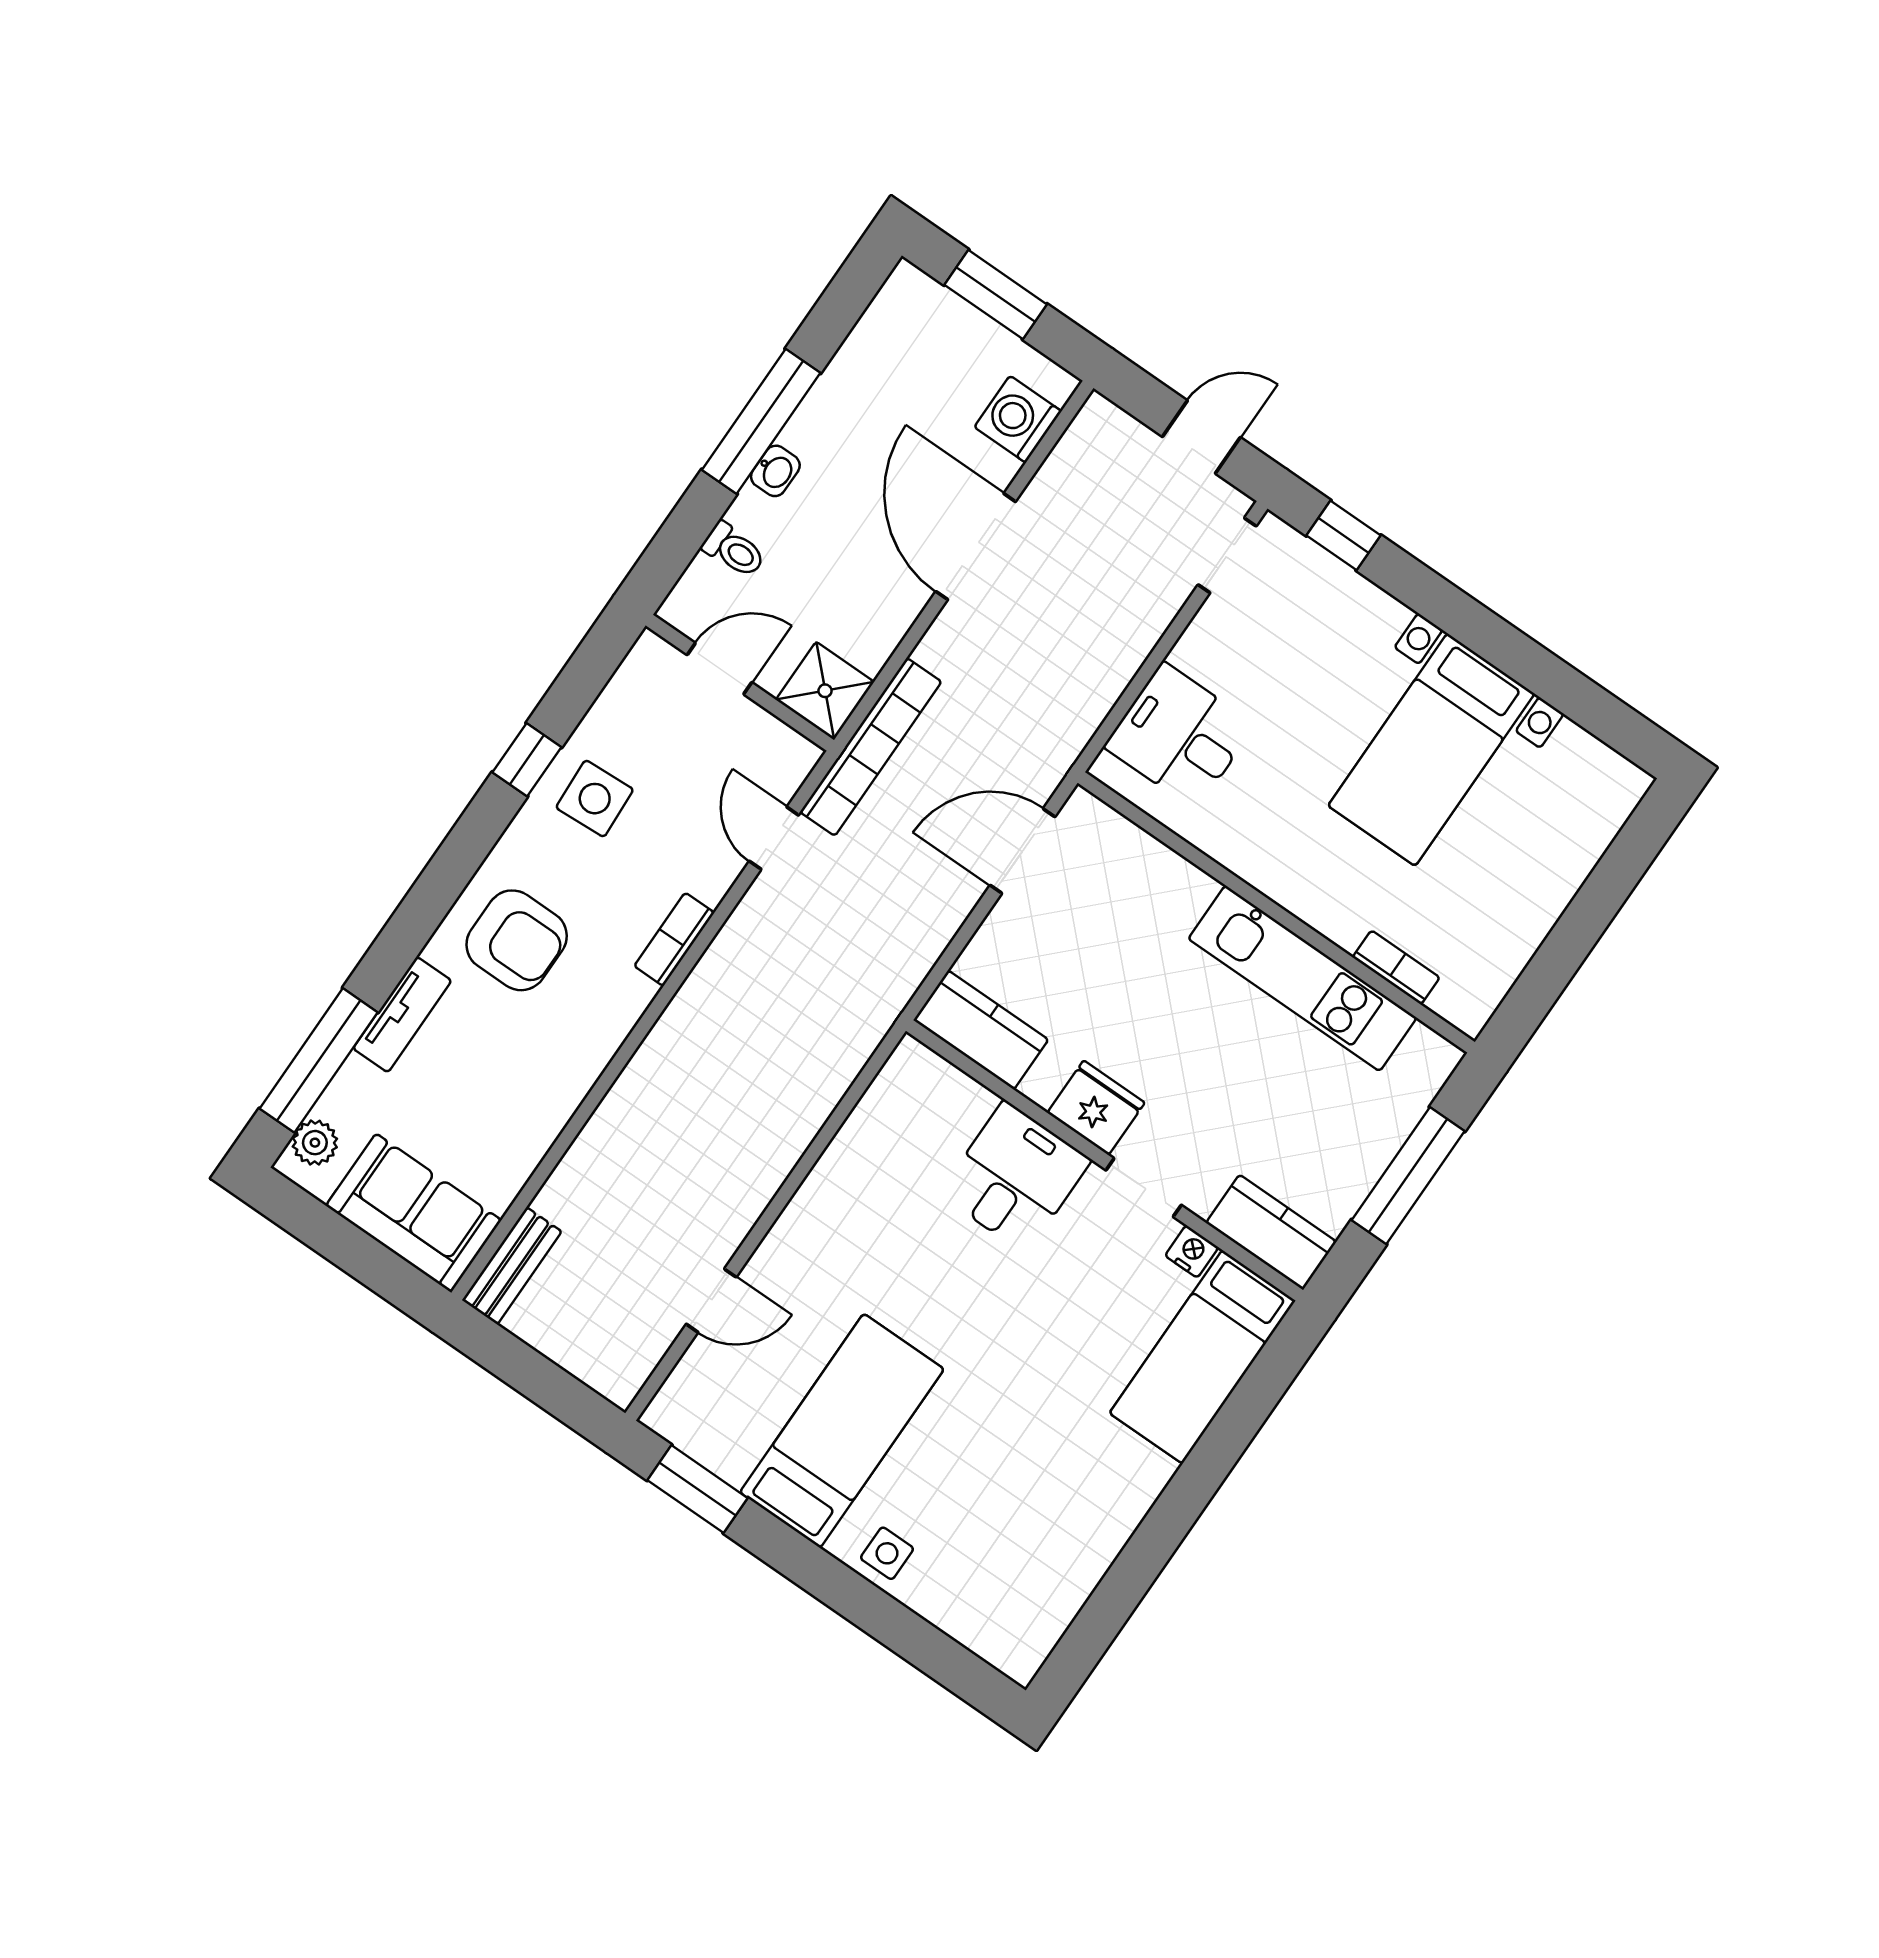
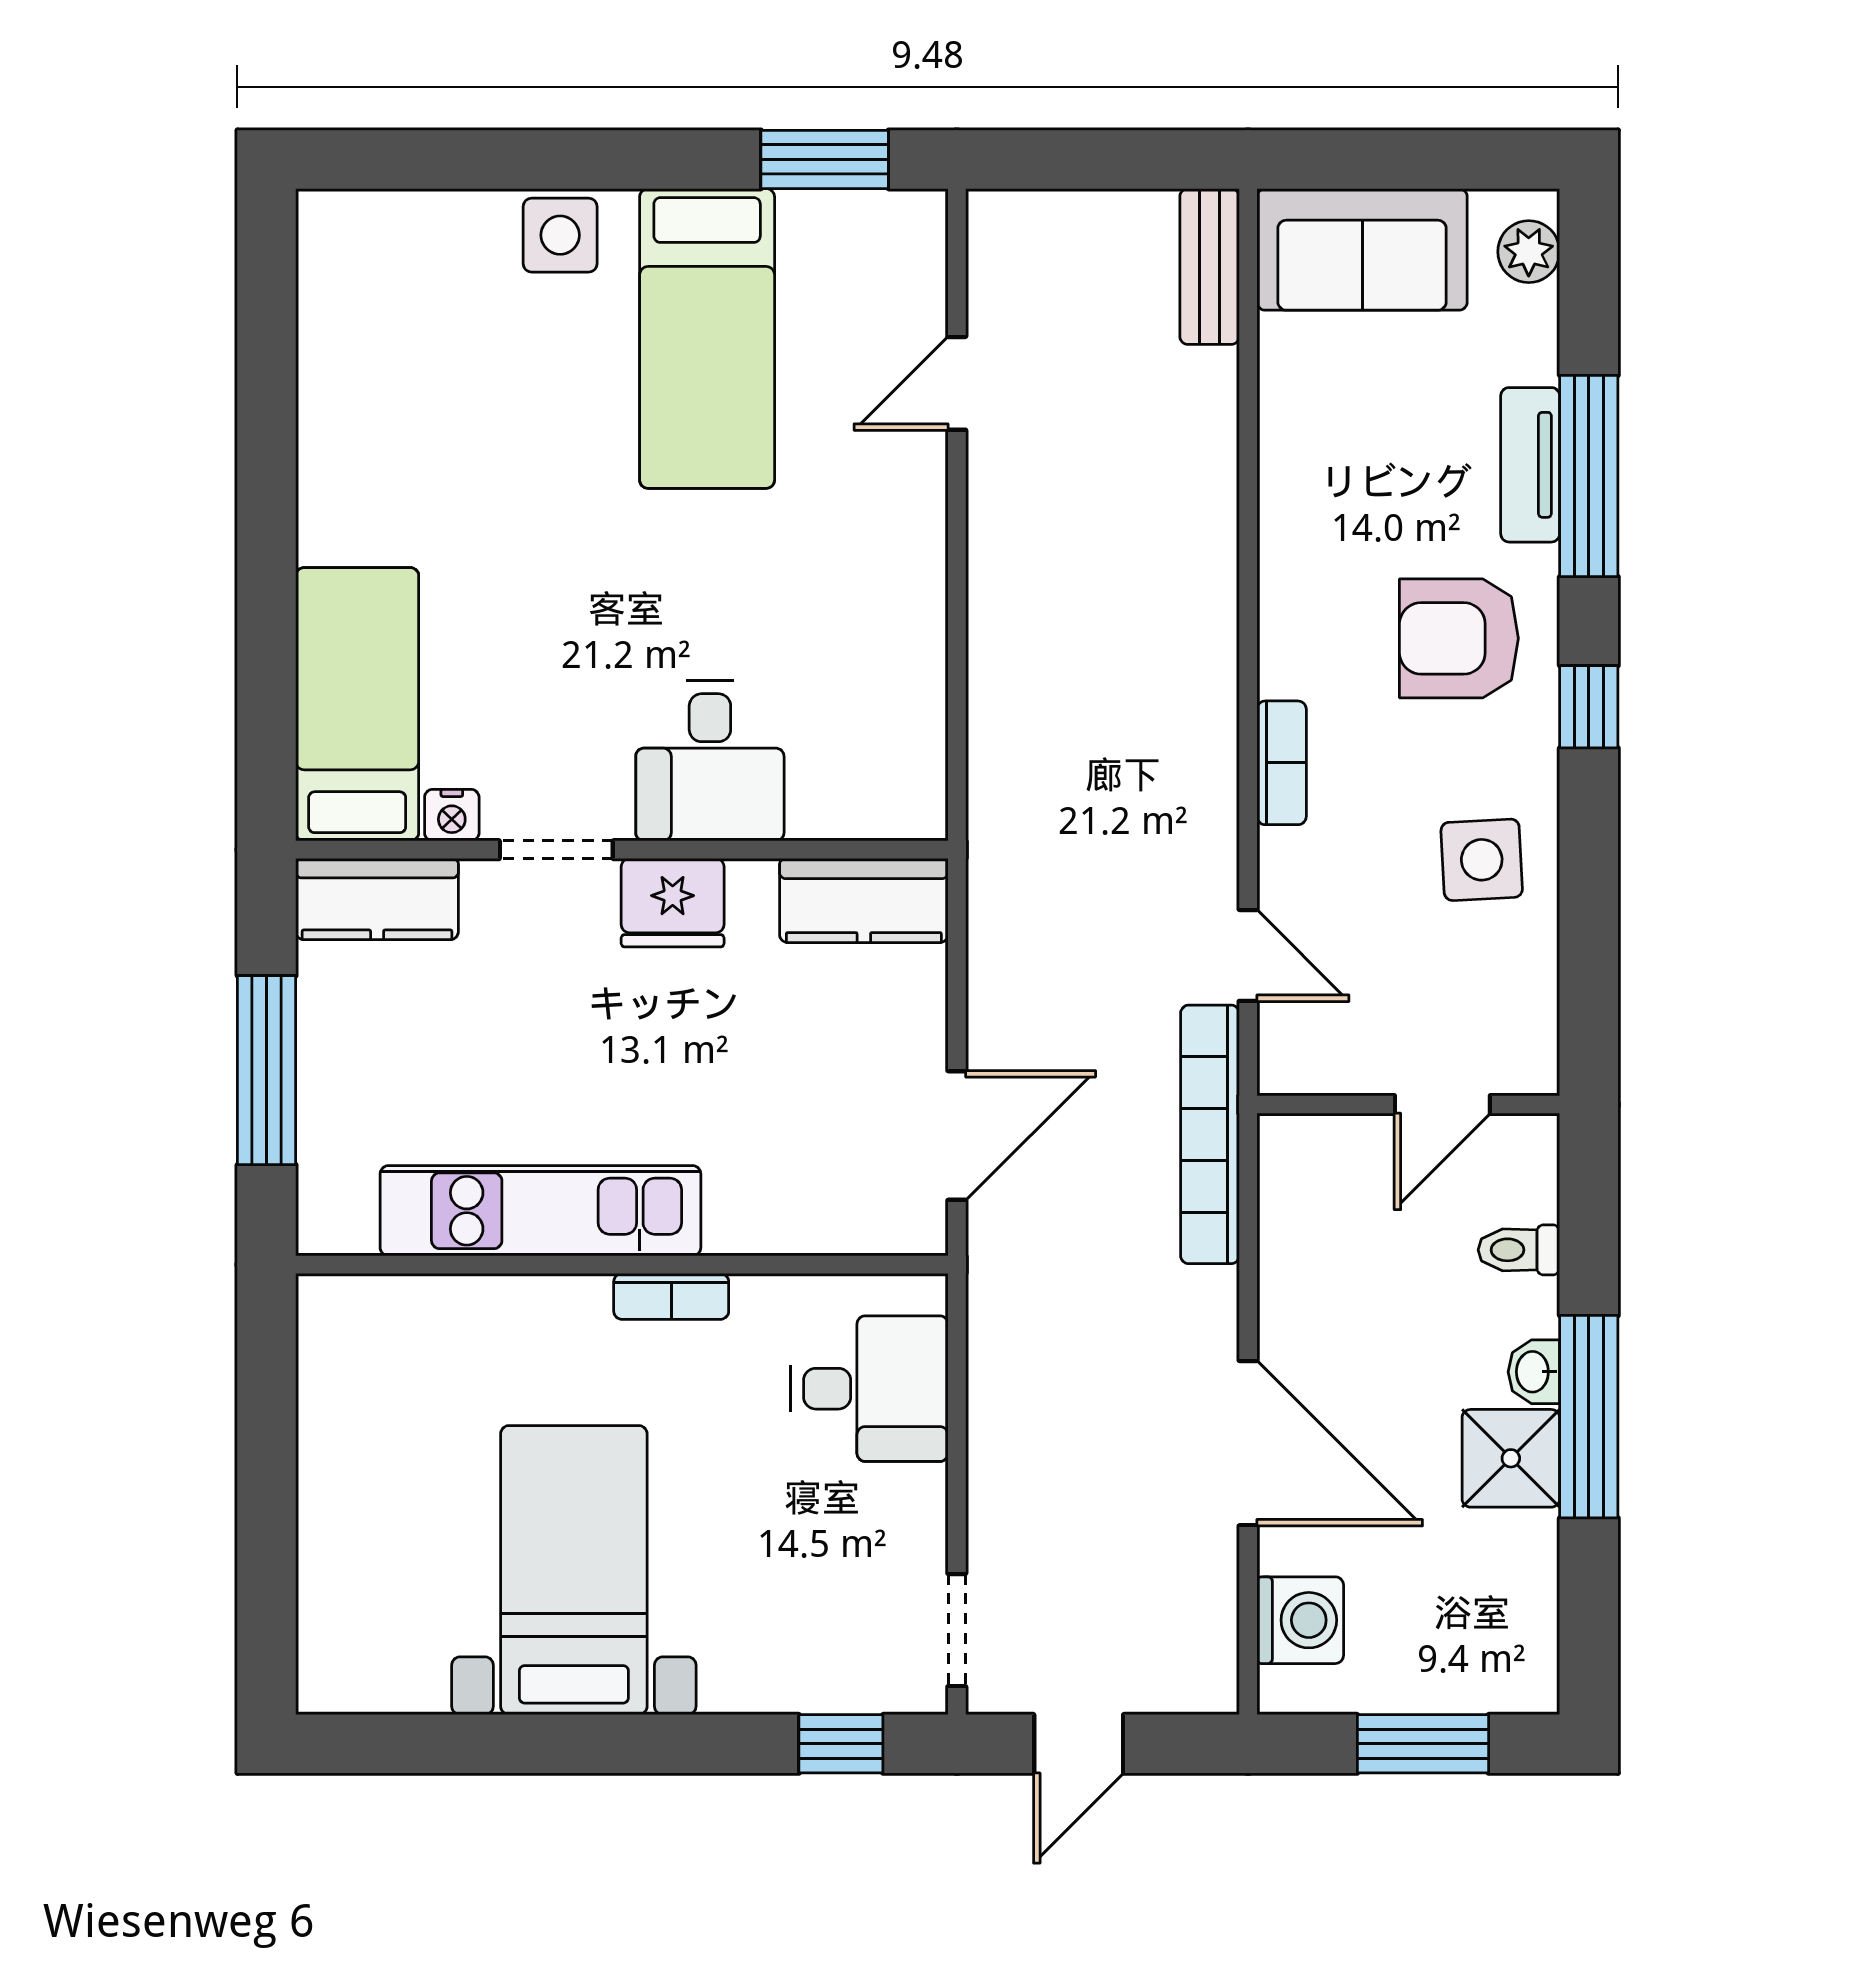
shower: (825, 691) -> (1511, 1458), moved
window: (527, 760) -> (1589, 707), moved
bookcase: (1396, 967) -> (671, 1296), moved
window: (319, 1060) -> (1589, 476), moved
side table: (887, 1553) -> (560, 235), width x1.37, depth x1.37

